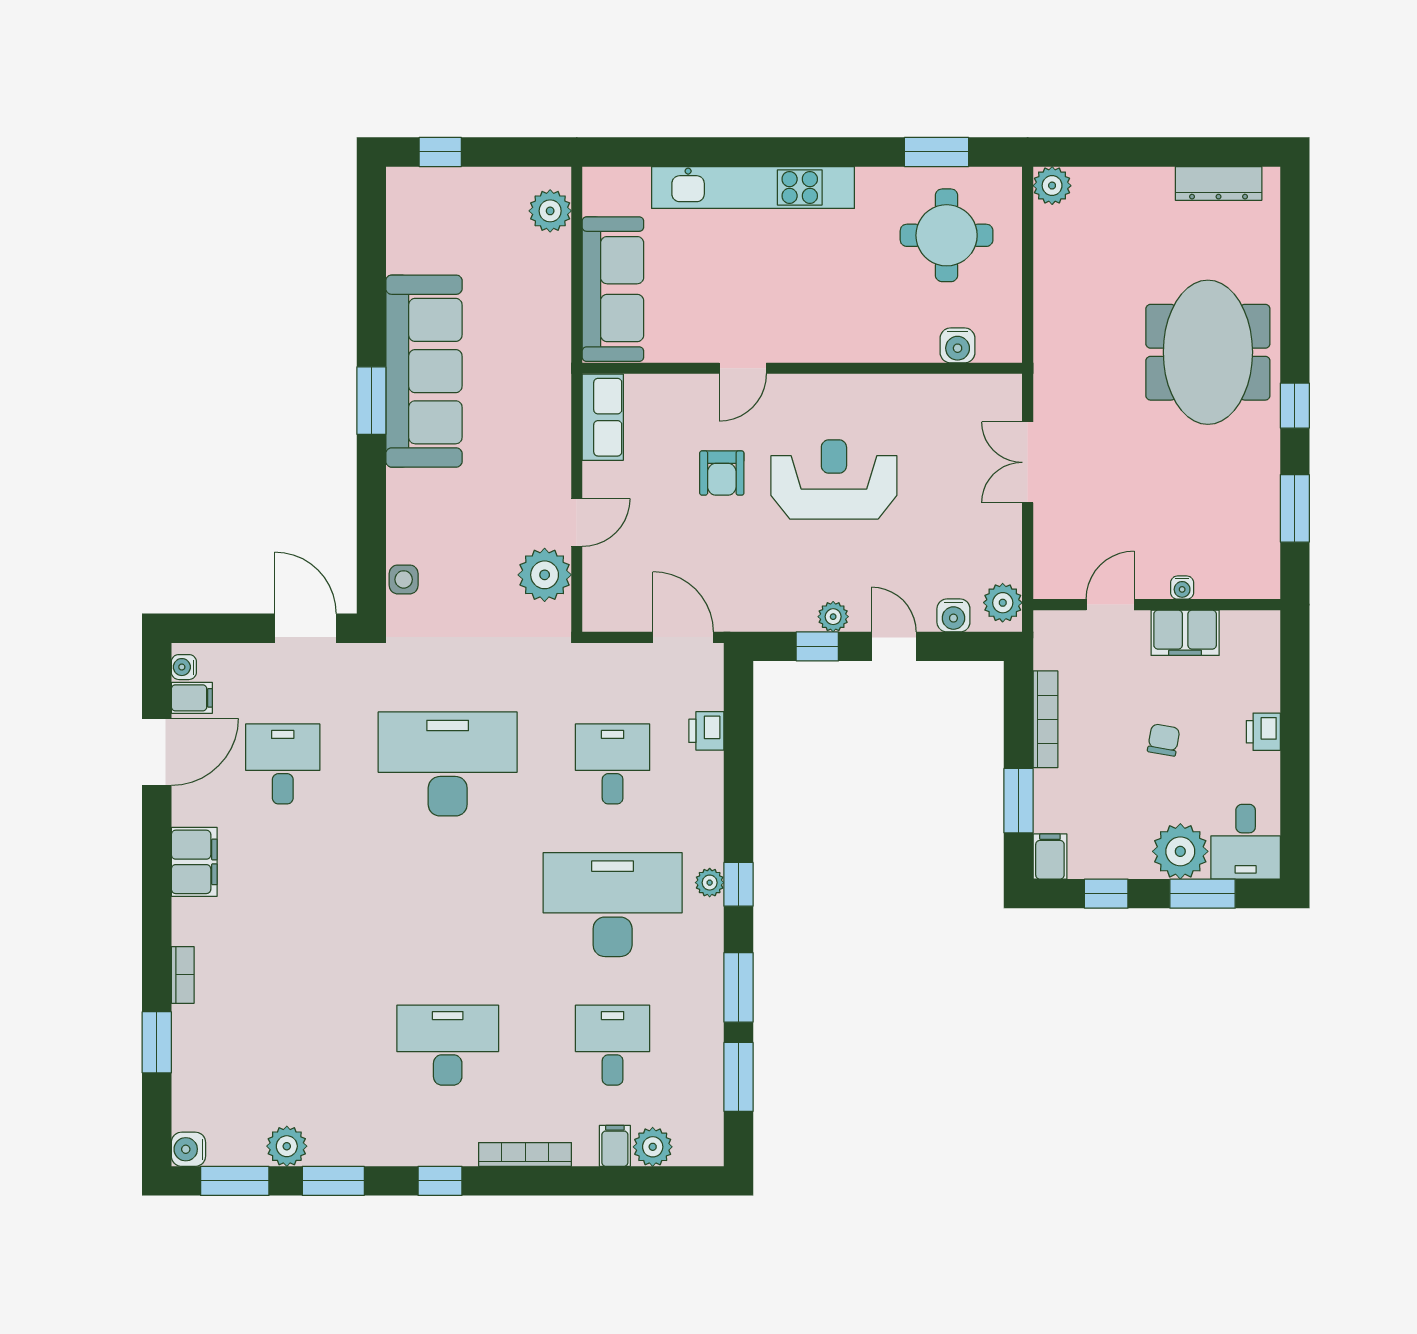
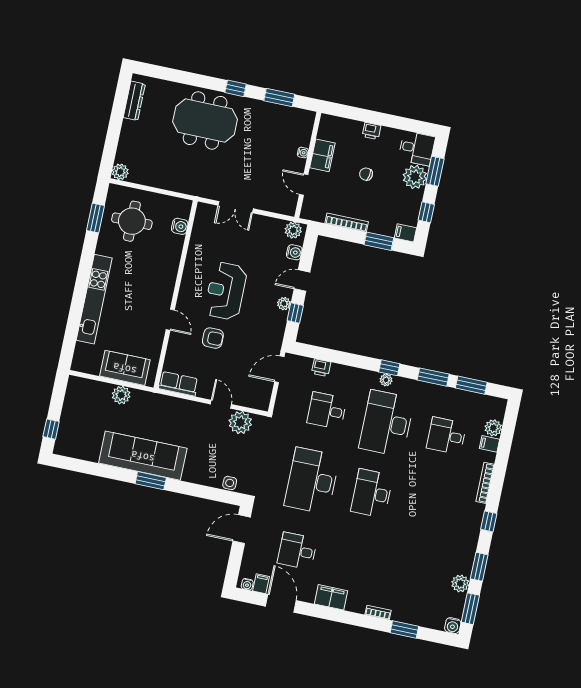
plant: (550, 211) -> (121, 395), moved
sofa: (613, 289) -> (125, 368), width x0.73
desk: (448, 1045) -> (372, 493), moved

